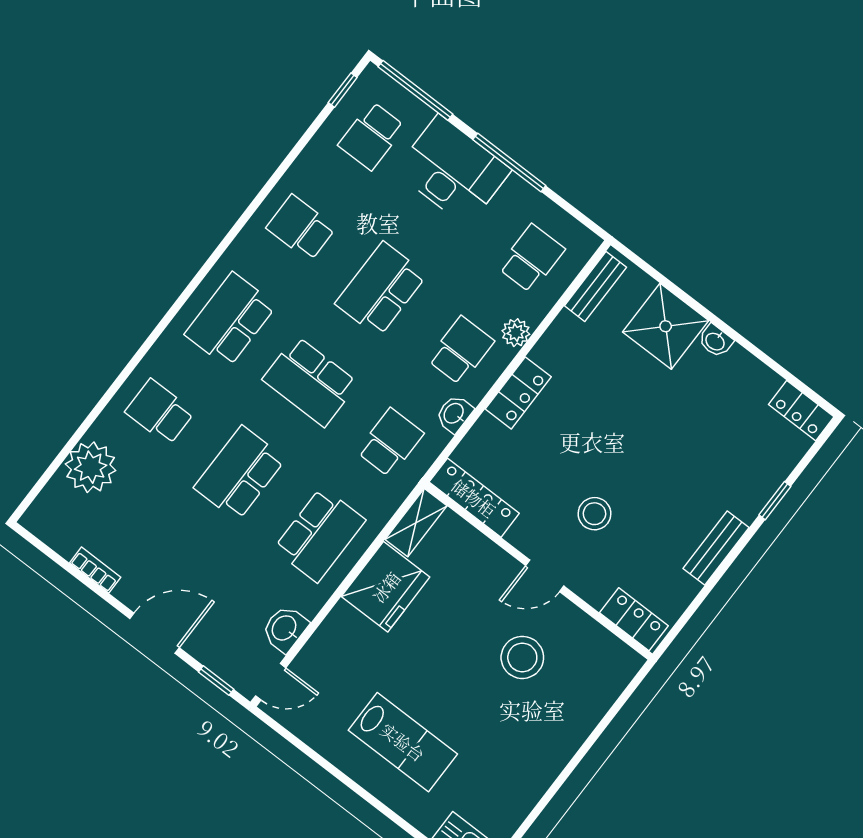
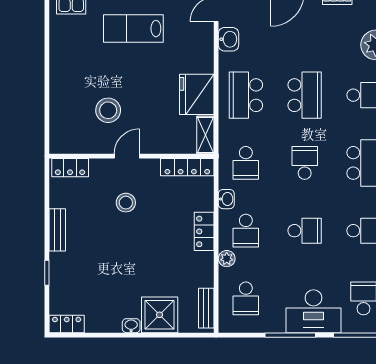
school desk: (381, 289) -> (305, 231), width x0.54
school desk: (310, 381) -> (305, 163), width x0.54

